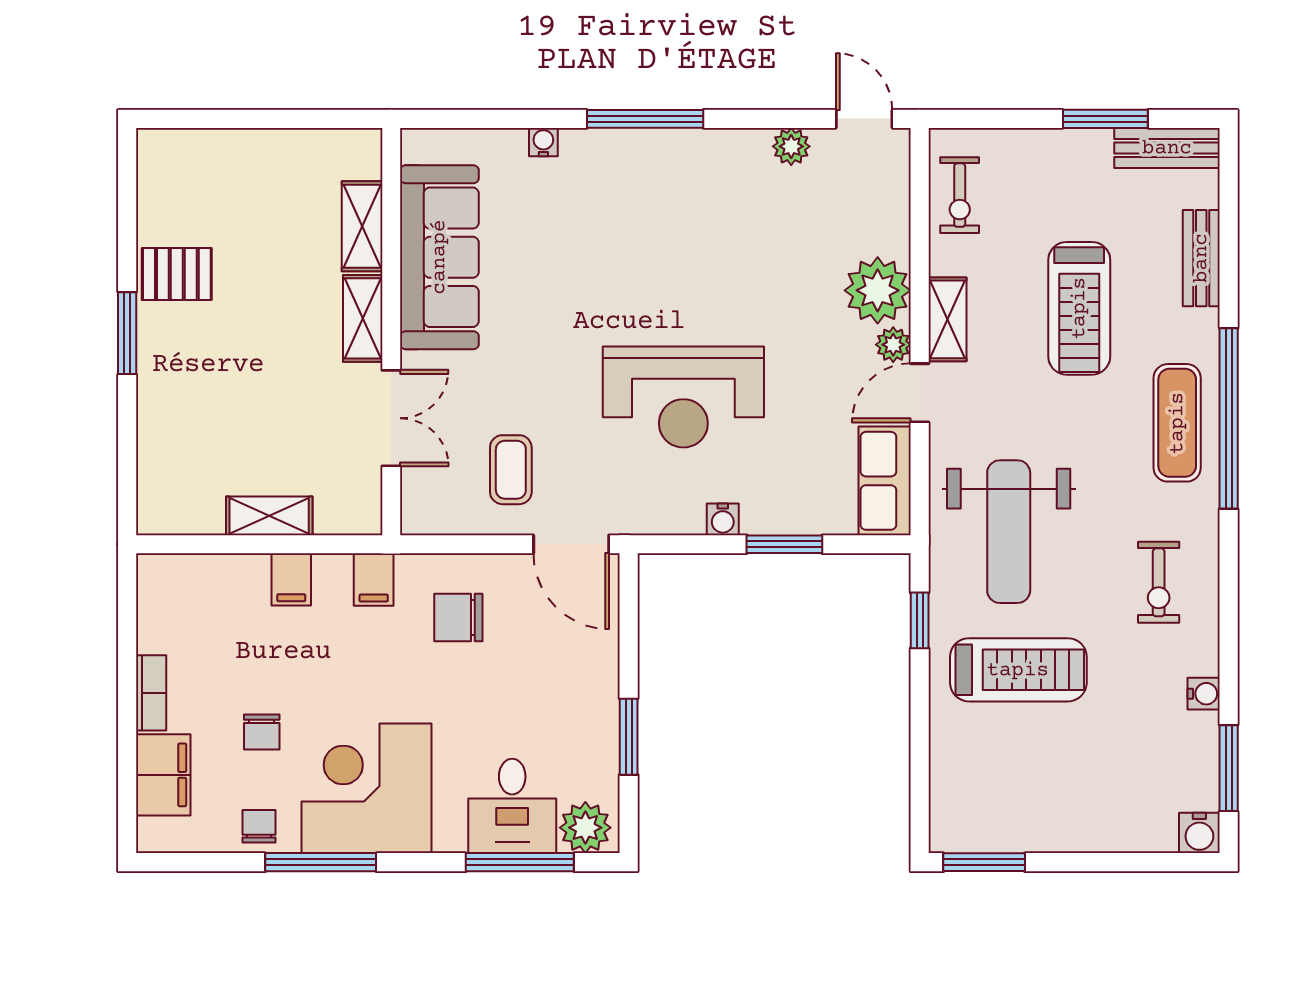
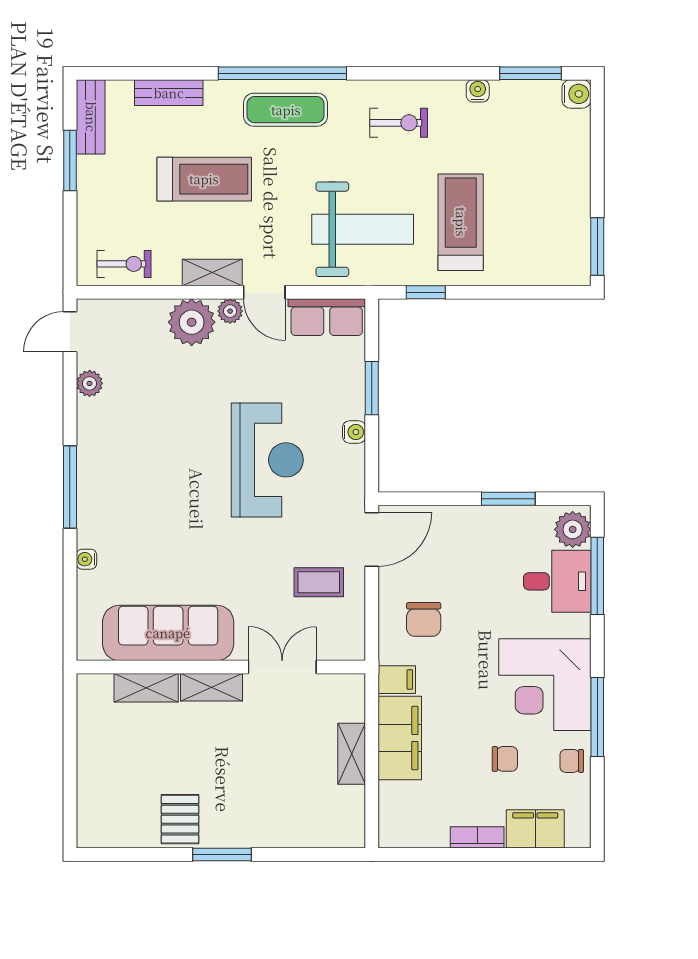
filing cabinet: (291, 579) -> (400, 738), width x3.00, depth x1.17

